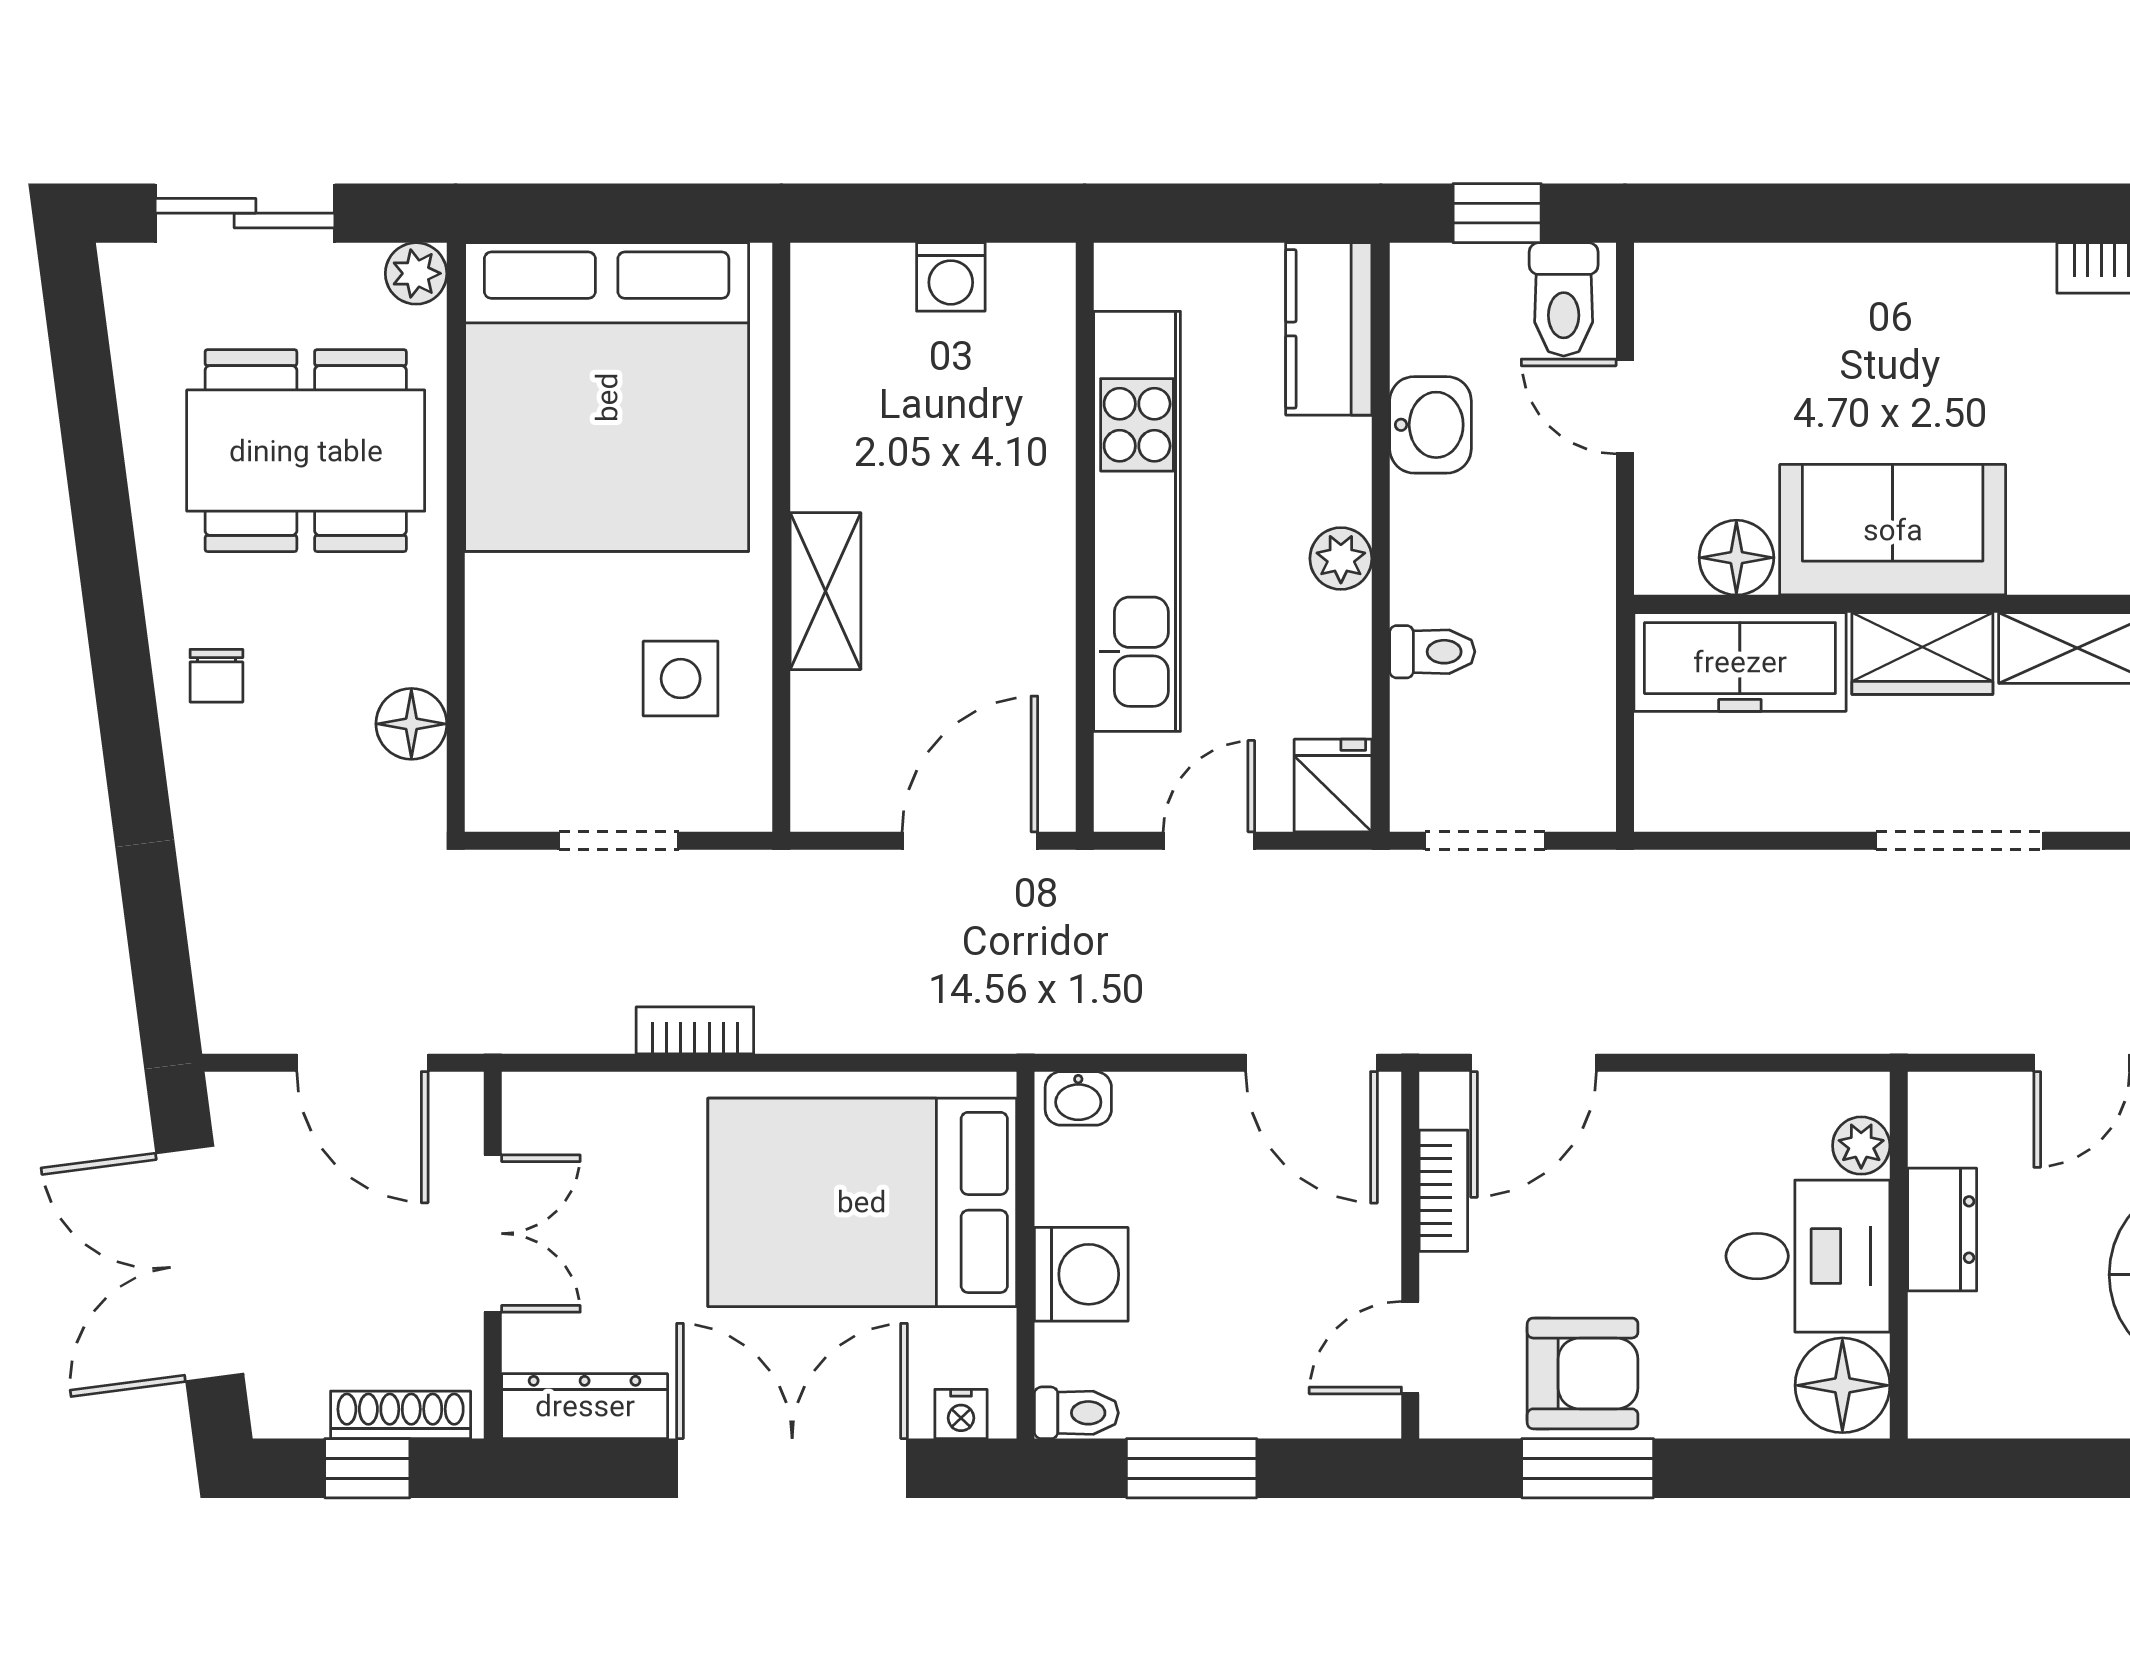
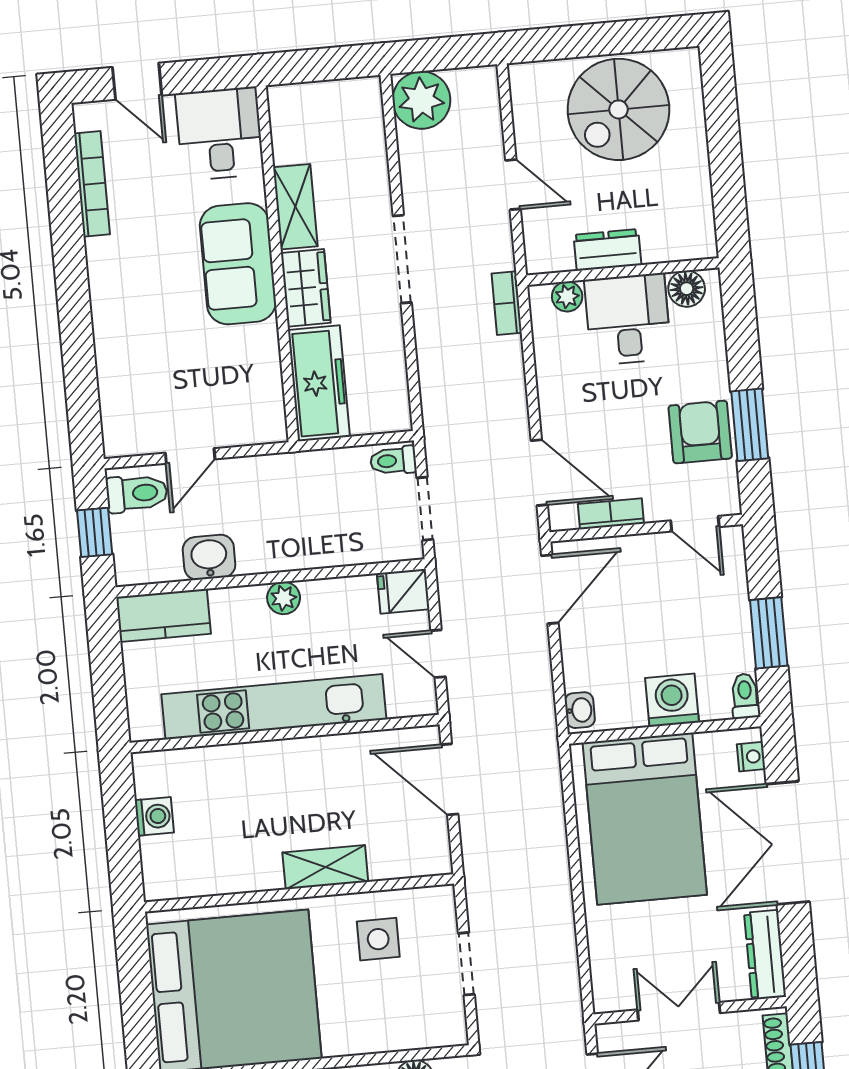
sofa: (1893, 530) -> (238, 264), moved
floor lamp: (1736, 558) -> (264, 390), removed
toilet: (1432, 652) -> (393, 461), moved, turned -90
bookcase: (695, 1030) -> (507, 303), moved
floor lamp: (1842, 1385) -> (687, 289), width x0.73, depth x0.73

